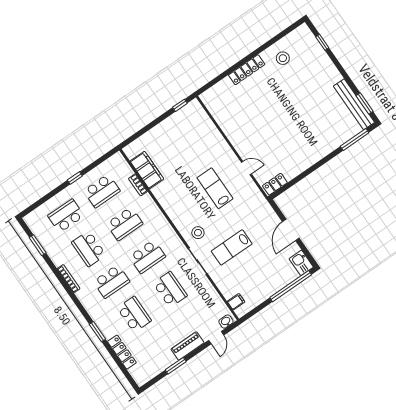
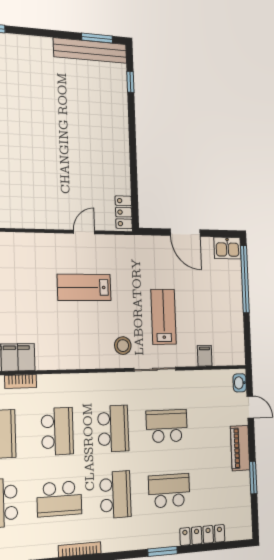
window: (355, 139) -> (130, 82), width x0.46
lab bench: (232, 247) -> (164, 317), turned 180
filing cabinet: (236, 302) -> (205, 356), moved

